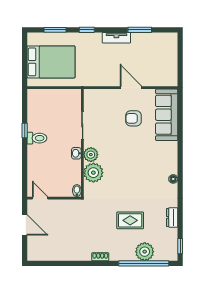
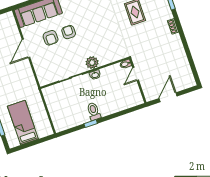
bed: (51, 62) -> (23, 123), width x0.67
armchair: (133, 140) -> (69, 32), added
plant: (93, 173) -> (106, 56), removed
door: (40, 198) -> (136, 74), moved

